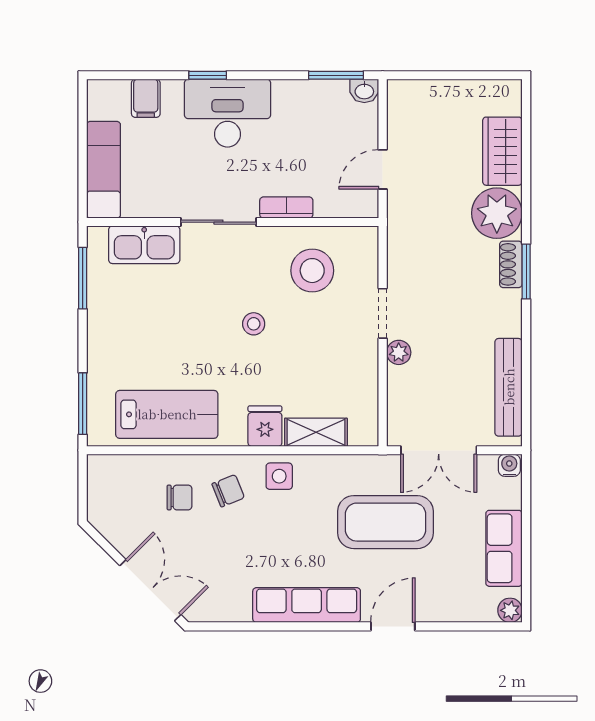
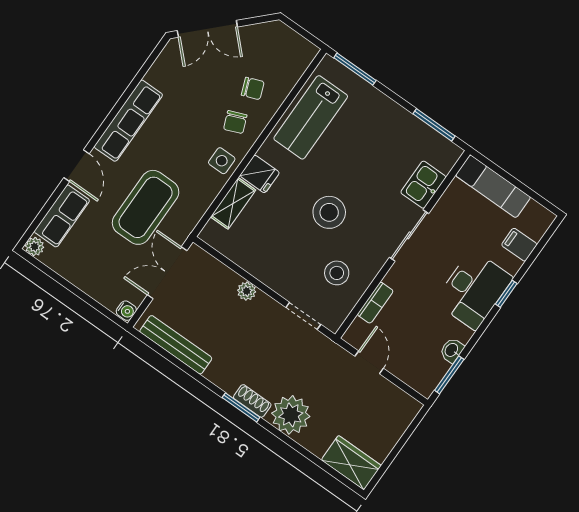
washbasin: (364, 91) -> (452, 350), moved
wardrobe: (502, 151) -> (351, 463), moved
bookcase: (286, 208) -> (375, 303), moved
kitchen sink: (144, 245) -> (423, 185), width x0.73
stool: (312, 271) -> (337, 273), width x0.73, depth x0.73
doorway: (383, 313) -> (303, 316), moved
stool: (254, 324) -> (329, 212), width x1.89, depth x1.89
chair: (179, 497) -> (253, 88), turned -111
row of seats: (504, 548) -> (62, 216), moved, turned 90

